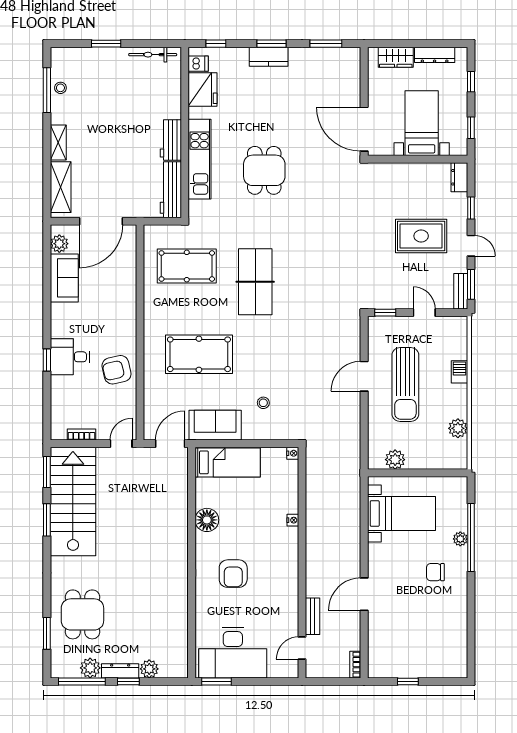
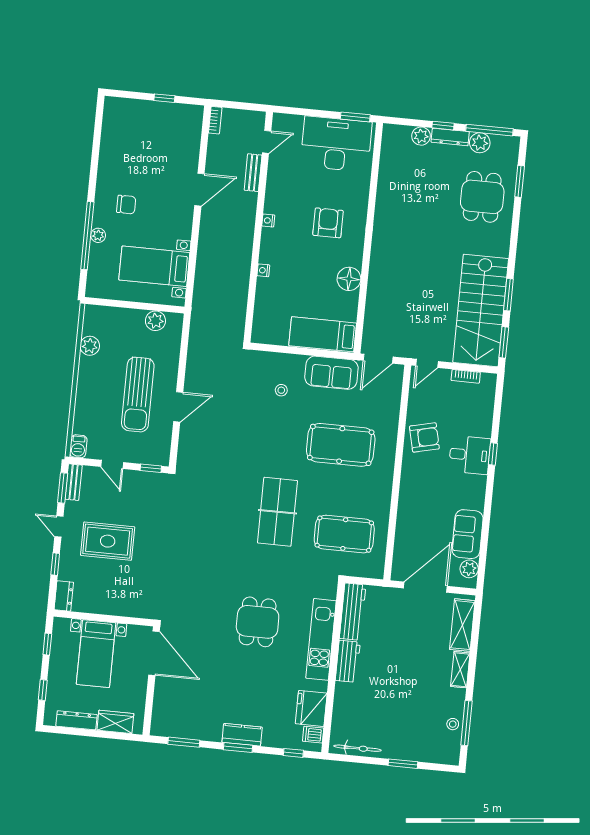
barbecue: (460, 372) -> (78, 446), moved
sun lounger: (405, 385) -> (138, 395), turned 180
nightstand: (293, 453) -> (268, 221), moved

